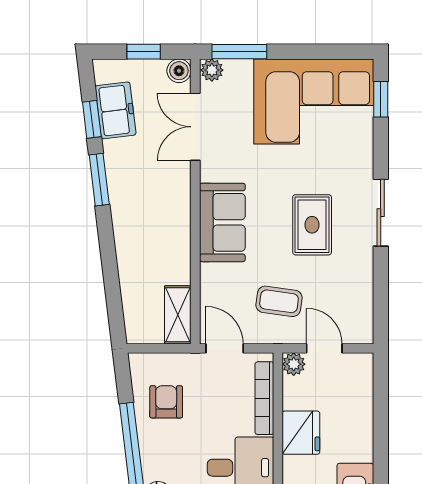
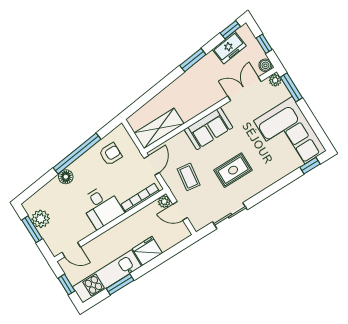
window: (92, 119) -> (230, 30), moved
sliding door: (381, 213) -> (230, 216), moved
shelving: (178, 315) -> (159, 128), width x1.50, depth x1.33
door: (324, 348) -> (180, 211), swing flipped
fridge: (301, 433) -> (147, 251), moved, turned 180

